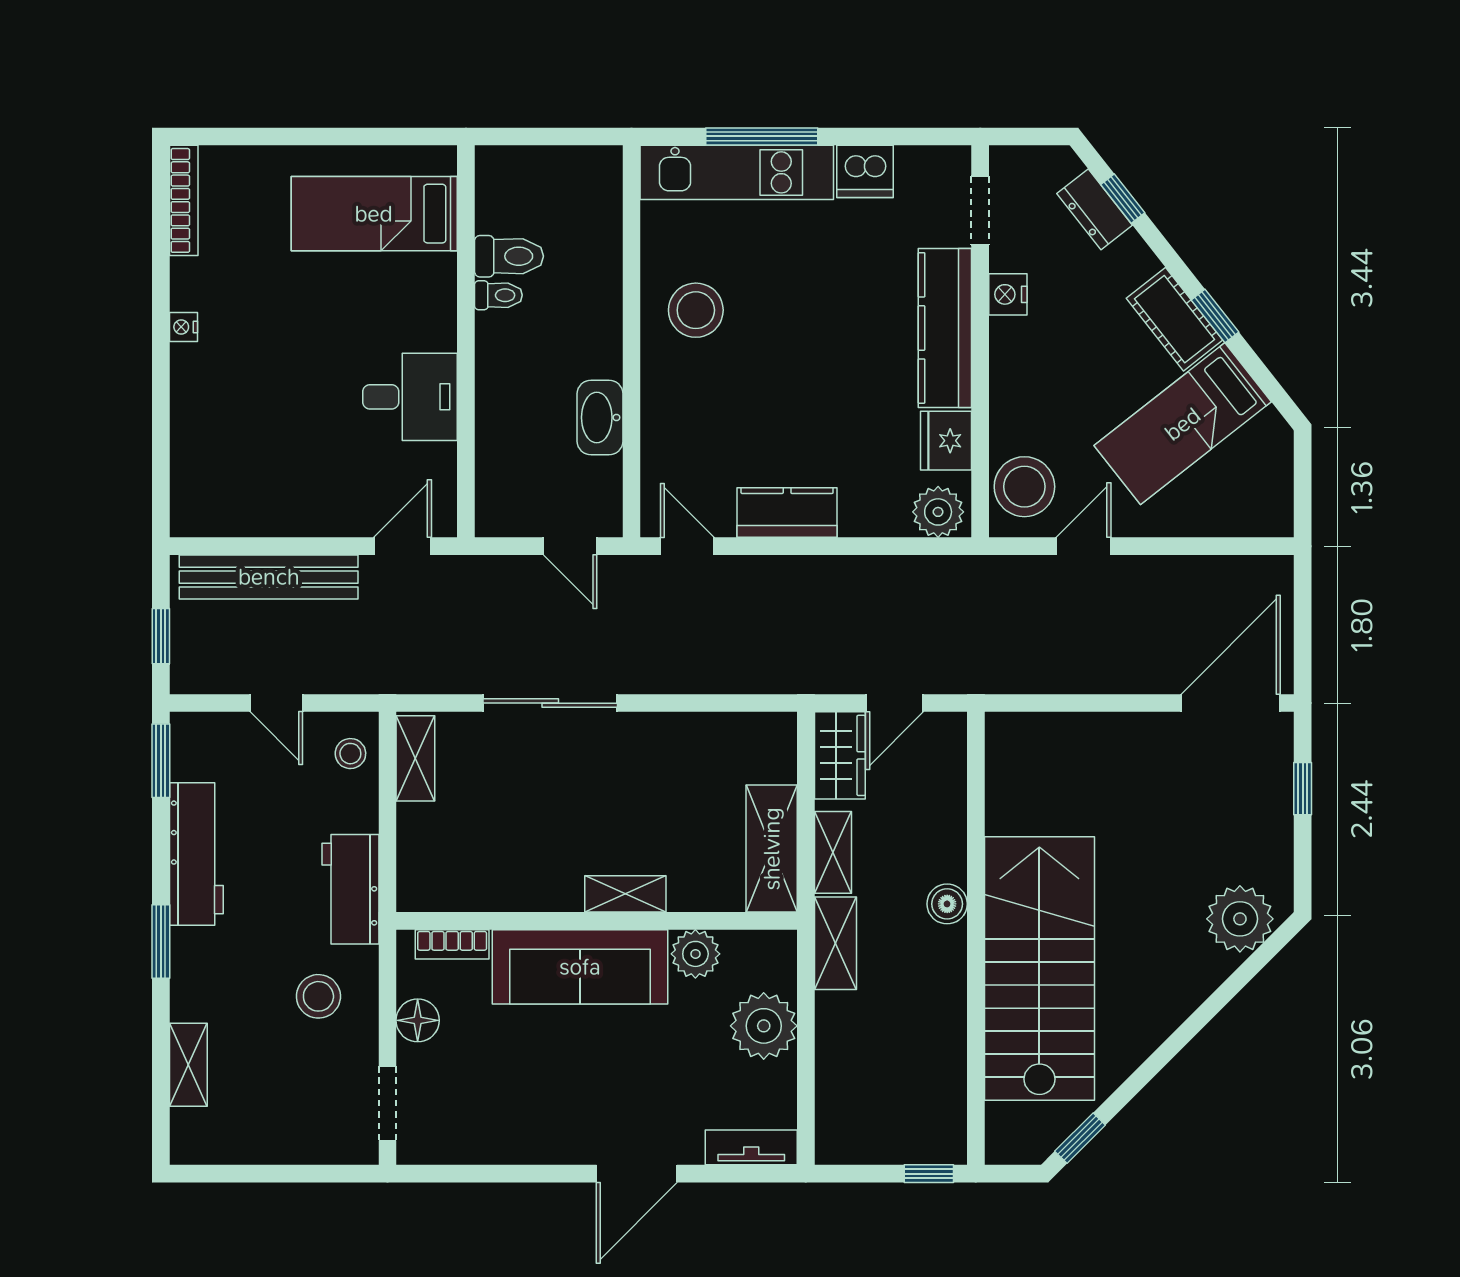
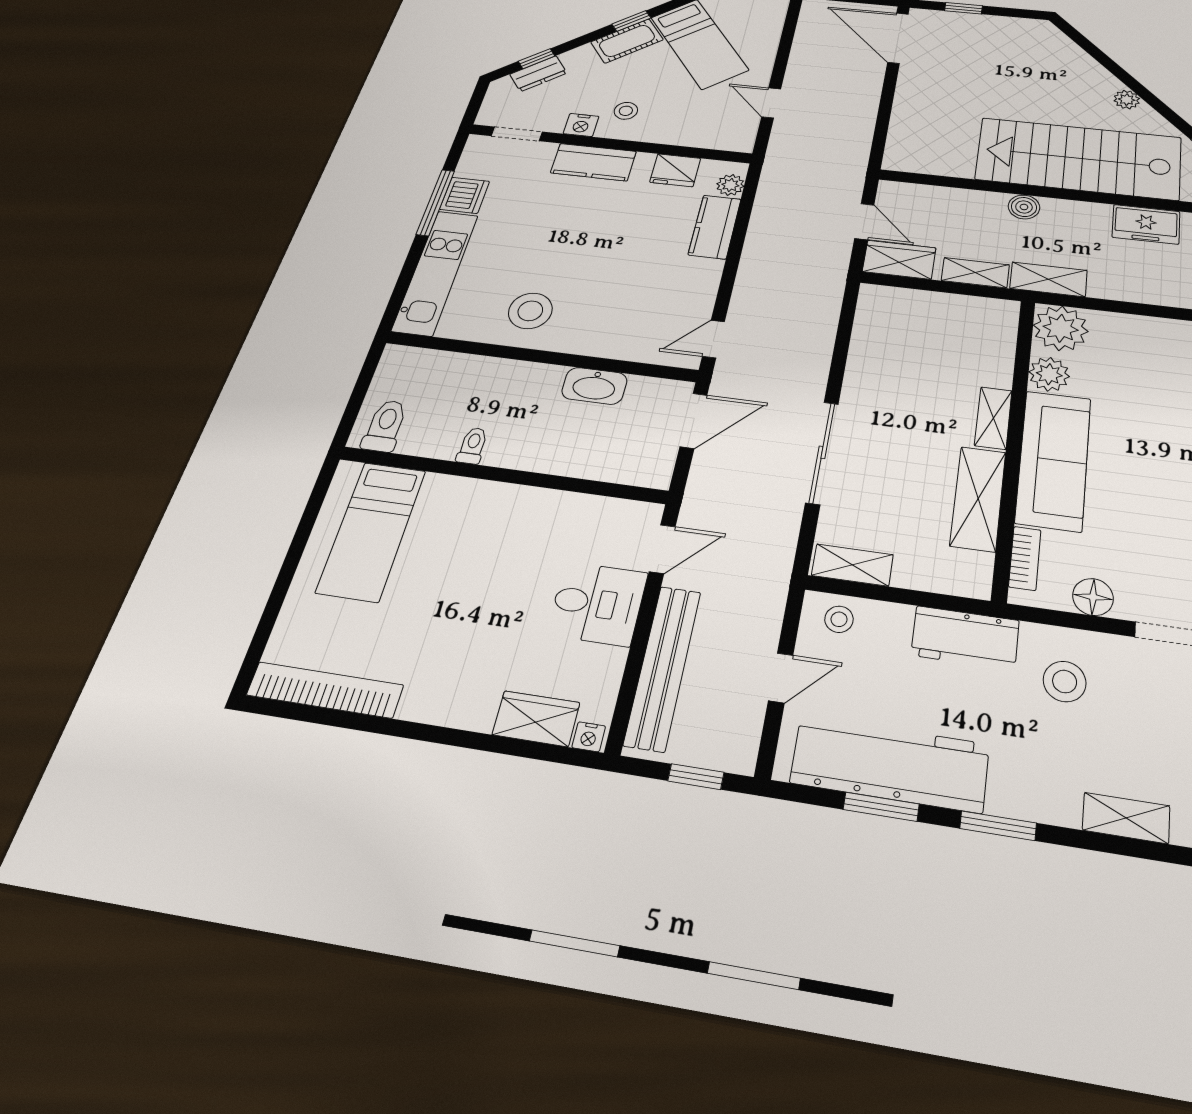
window: (762, 136) -> (435, 202), moved
bookcase: (184, 200) -> (325, 690), width x1.48, depth x1.31
toilet: (509, 256) -> (385, 426), moved
nightstand: (183, 327) -> (589, 737), moved
kitchen counter: (945, 328) -> (593, 162), width x0.67
desk: (410, 397) -> (597, 604), moved, turned 90
wardrobe: (193, 458) -> (536, 719), added
stool: (1024, 487) -> (626, 111), moved, width x0.53, depth x0.53
kitchen counter: (787, 512) -> (715, 227), moved
plant: (938, 512) -> (730, 185), width x0.73, depth x0.73
door: (402, 546) -> (662, 549), swing flipped
door: (570, 546) -> (694, 421), width x1.38
window: (161, 761) -> (881, 807), moved
shelving: (772, 849) -> (978, 499), moved, turned 90
workbench: (196, 854) -> (890, 763), width x1.36, depth x1.32
plant: (1240, 919) -> (1127, 100), moved, width x0.53, depth x0.53
plant: (764, 1026) -> (1061, 328), moved
freezer: (940, 1060) -> (1146, 224), added

